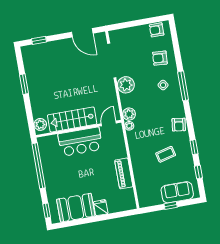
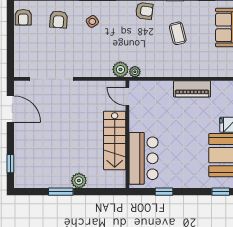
door: (82, 33) -> (10, 109), hinge flipped
plant: (126, 85) -> (84, 67), removed
plant: (40, 124) -> (79, 181), moved
bar counter: (80, 142) -> (144, 158), moved
window: (39, 166) -> (164, 192), width x0.32

